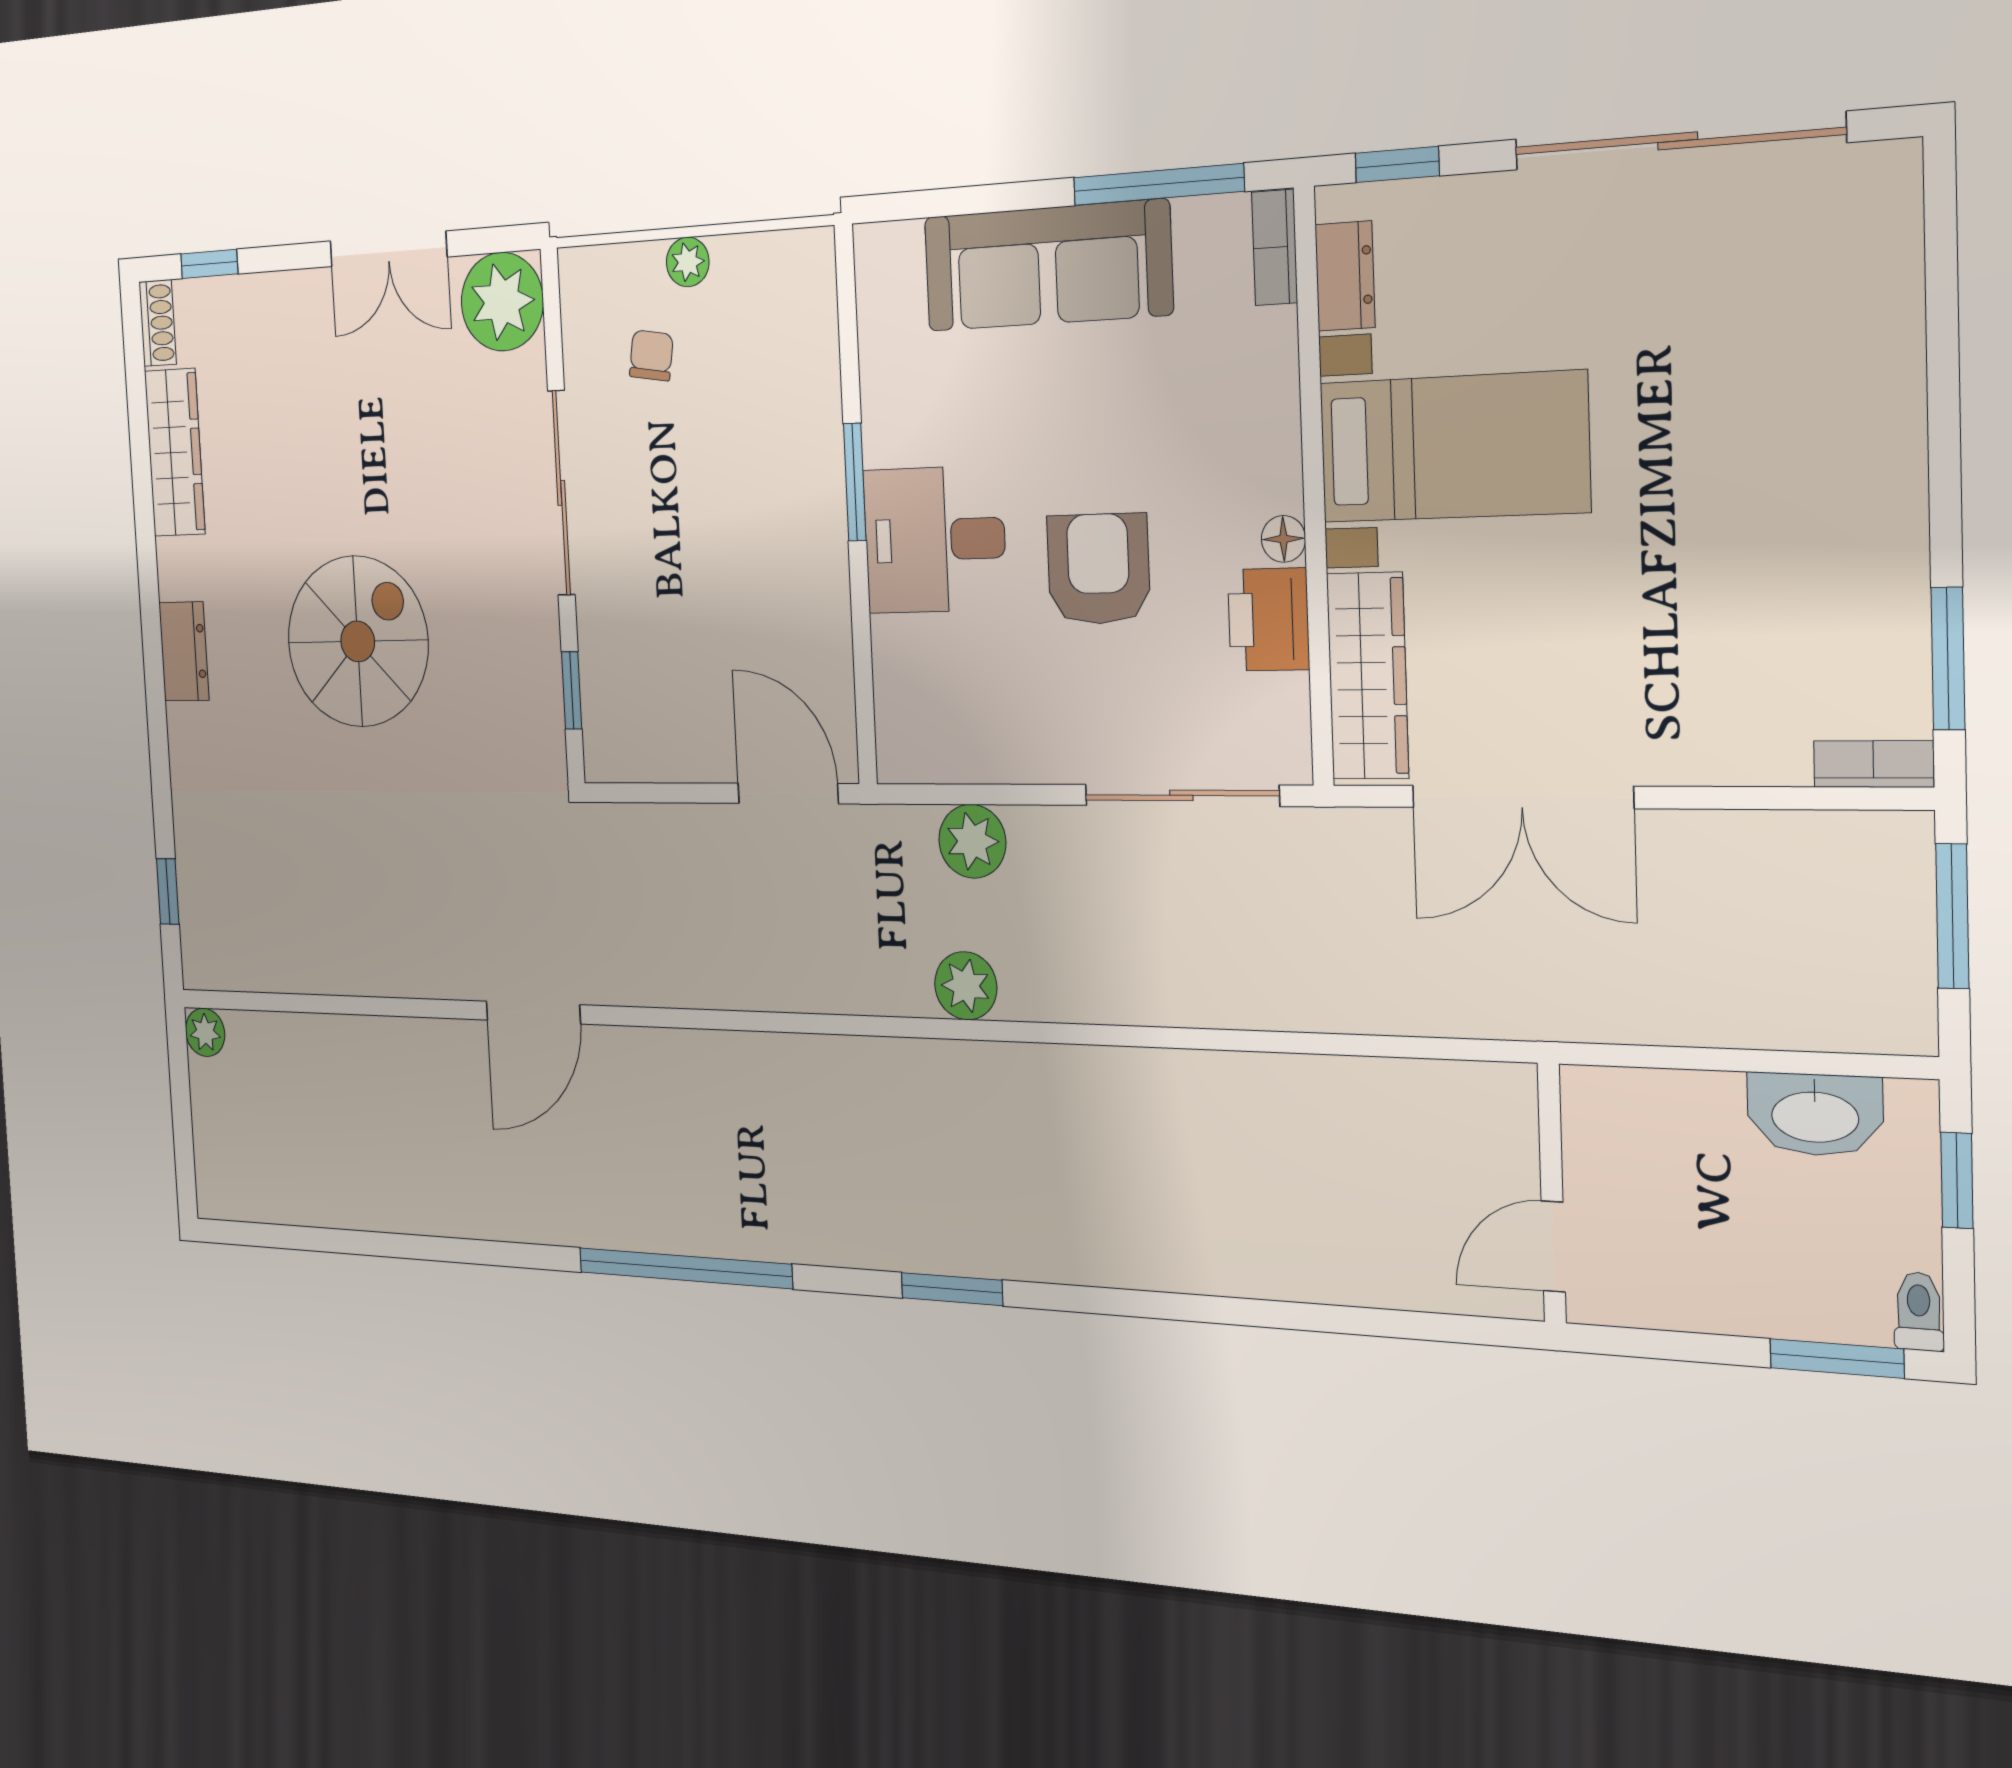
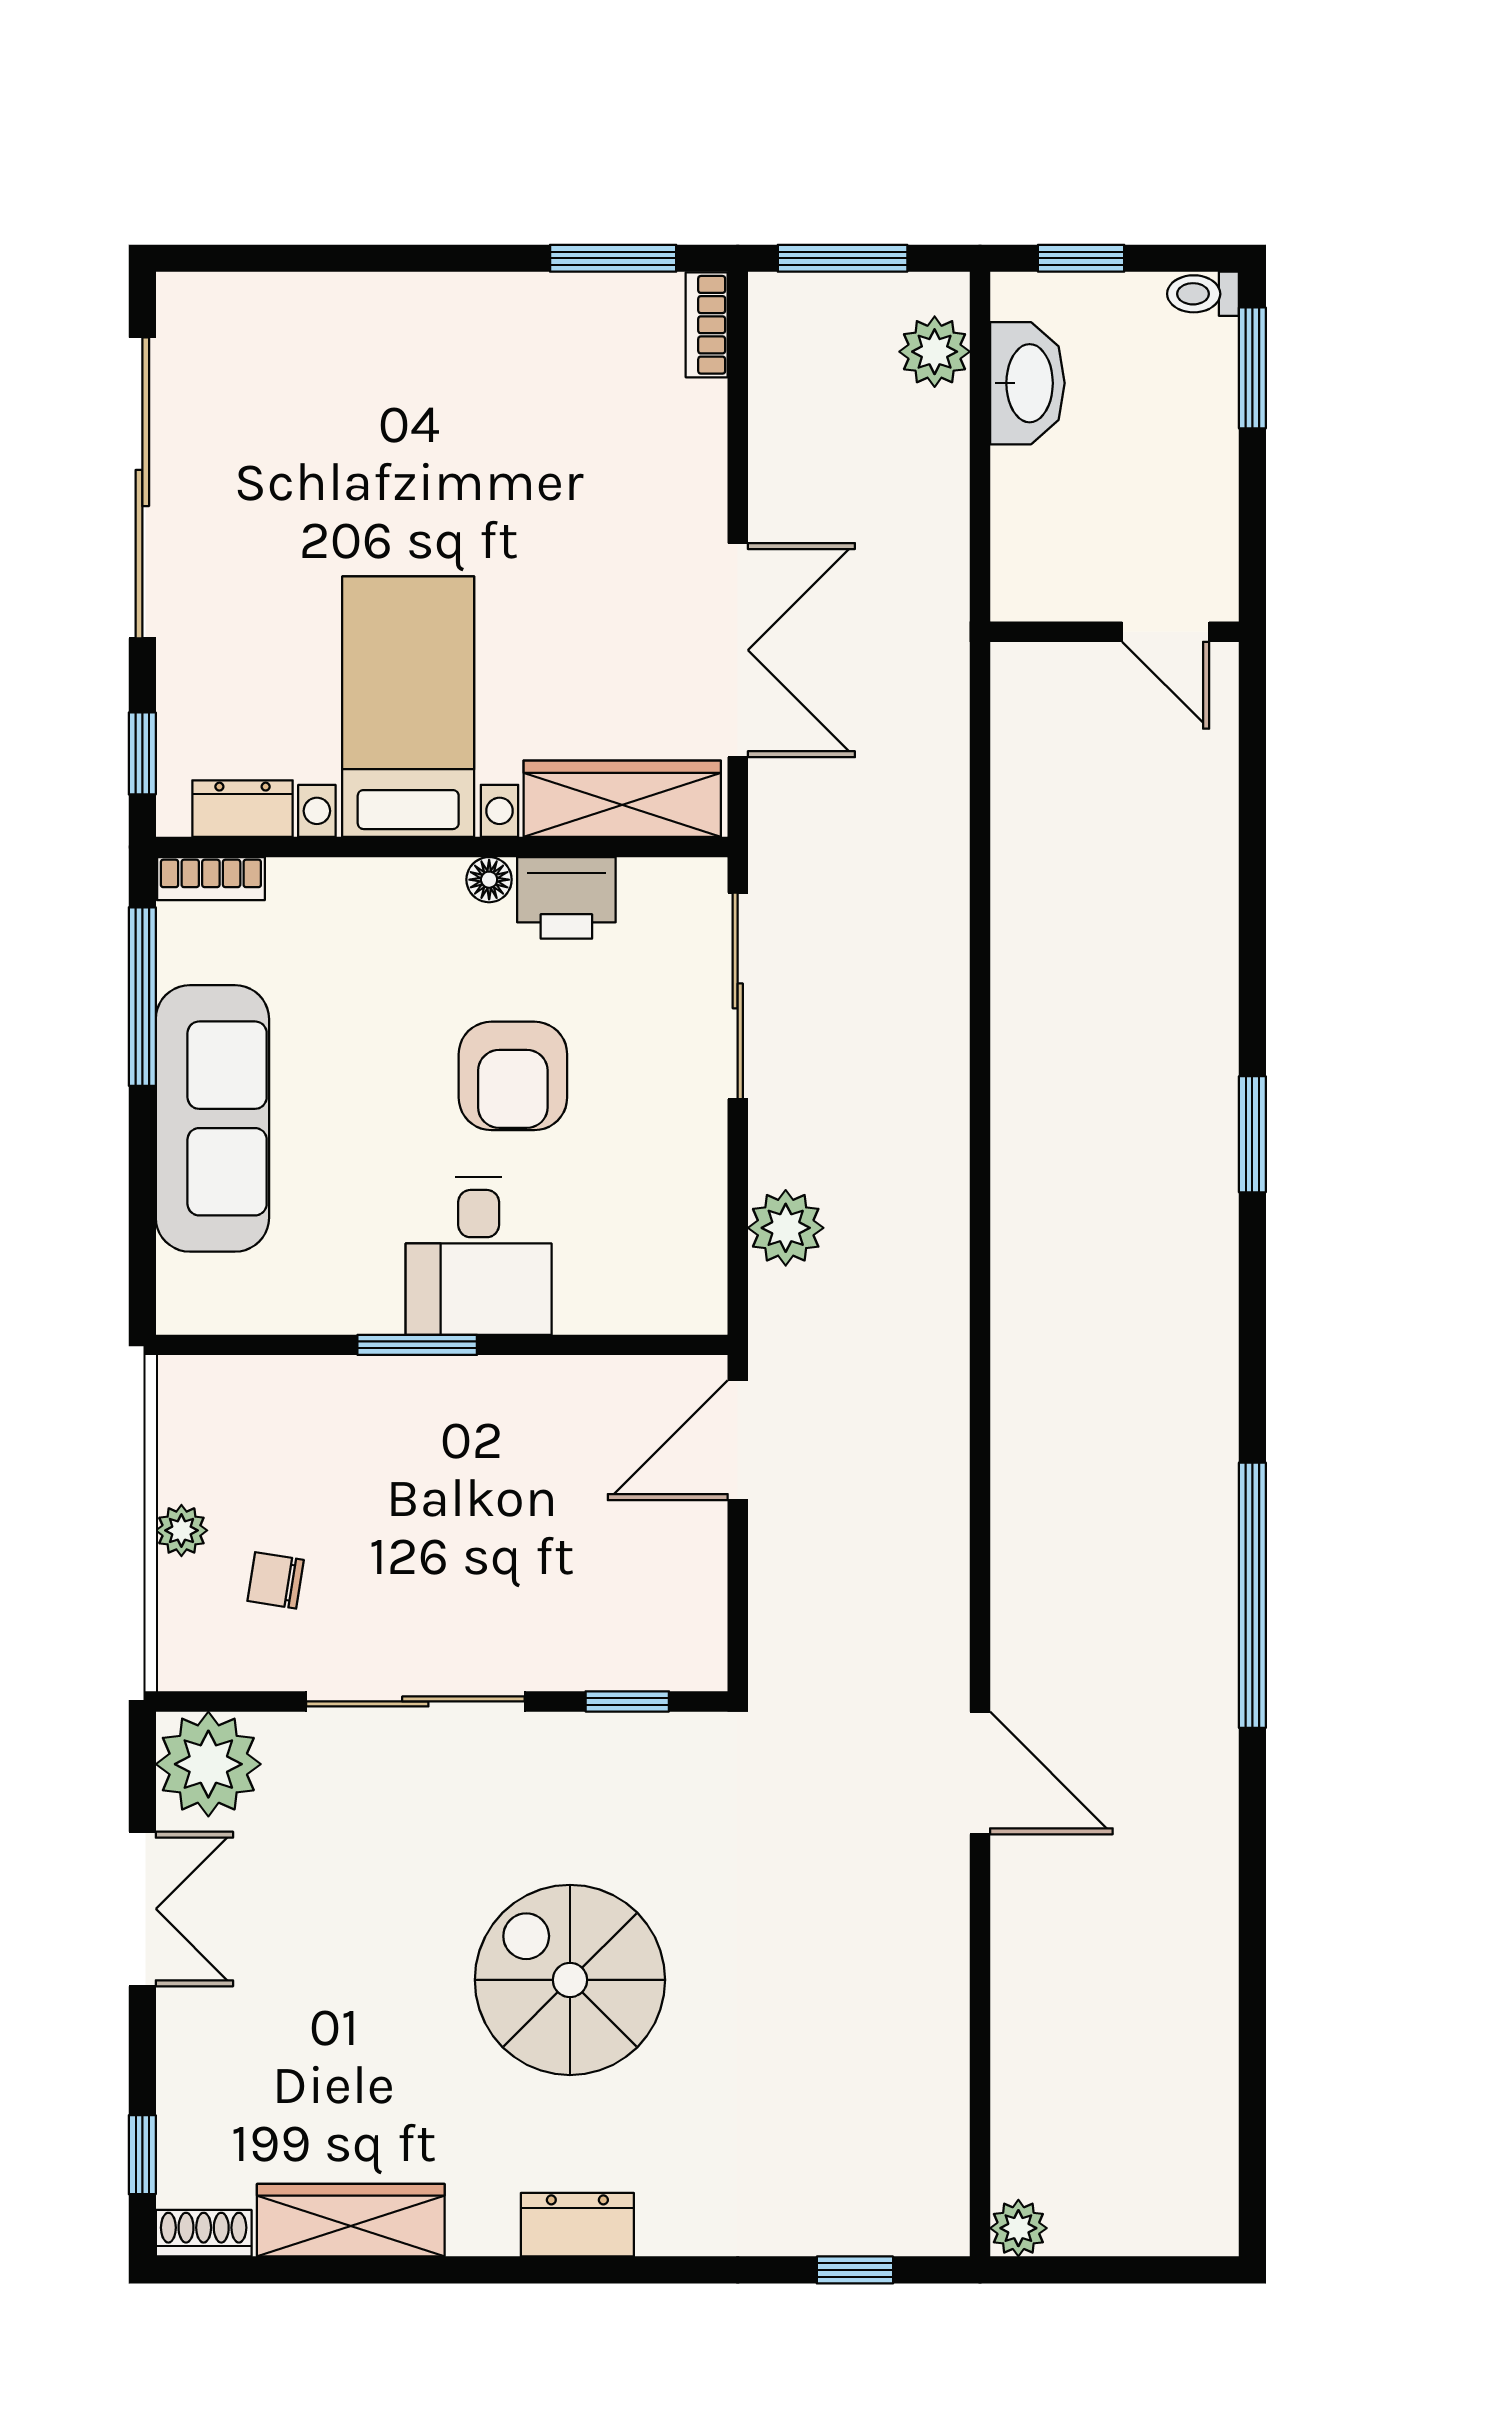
armchair: (1098, 569) -> (513, 1076), turned -90
plant: (966, 986) -> (935, 352), moved
window: (952, 1289) -> (1252, 1134), moved

